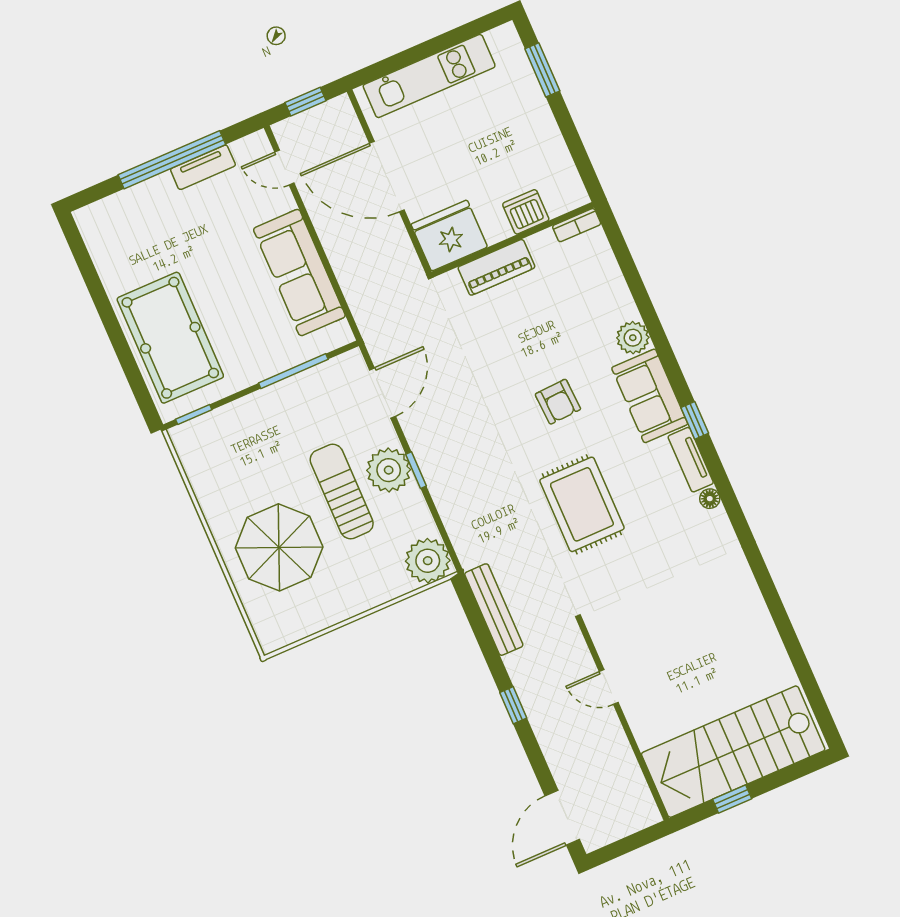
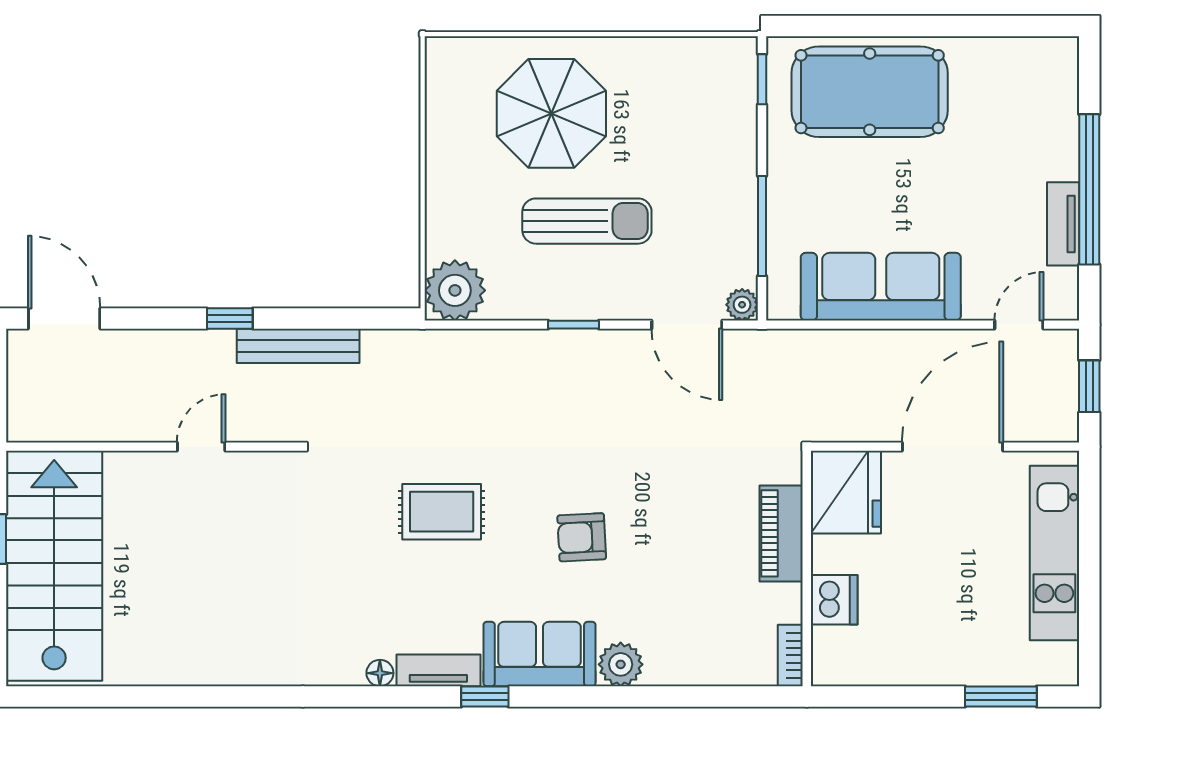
plant: (389, 470) -> (742, 305), moved, width x0.53, depth x0.53
rug: (582, 504) -> (442, 512), width x0.73, depth x0.70
bench: (494, 610) -> (298, 346), moved

